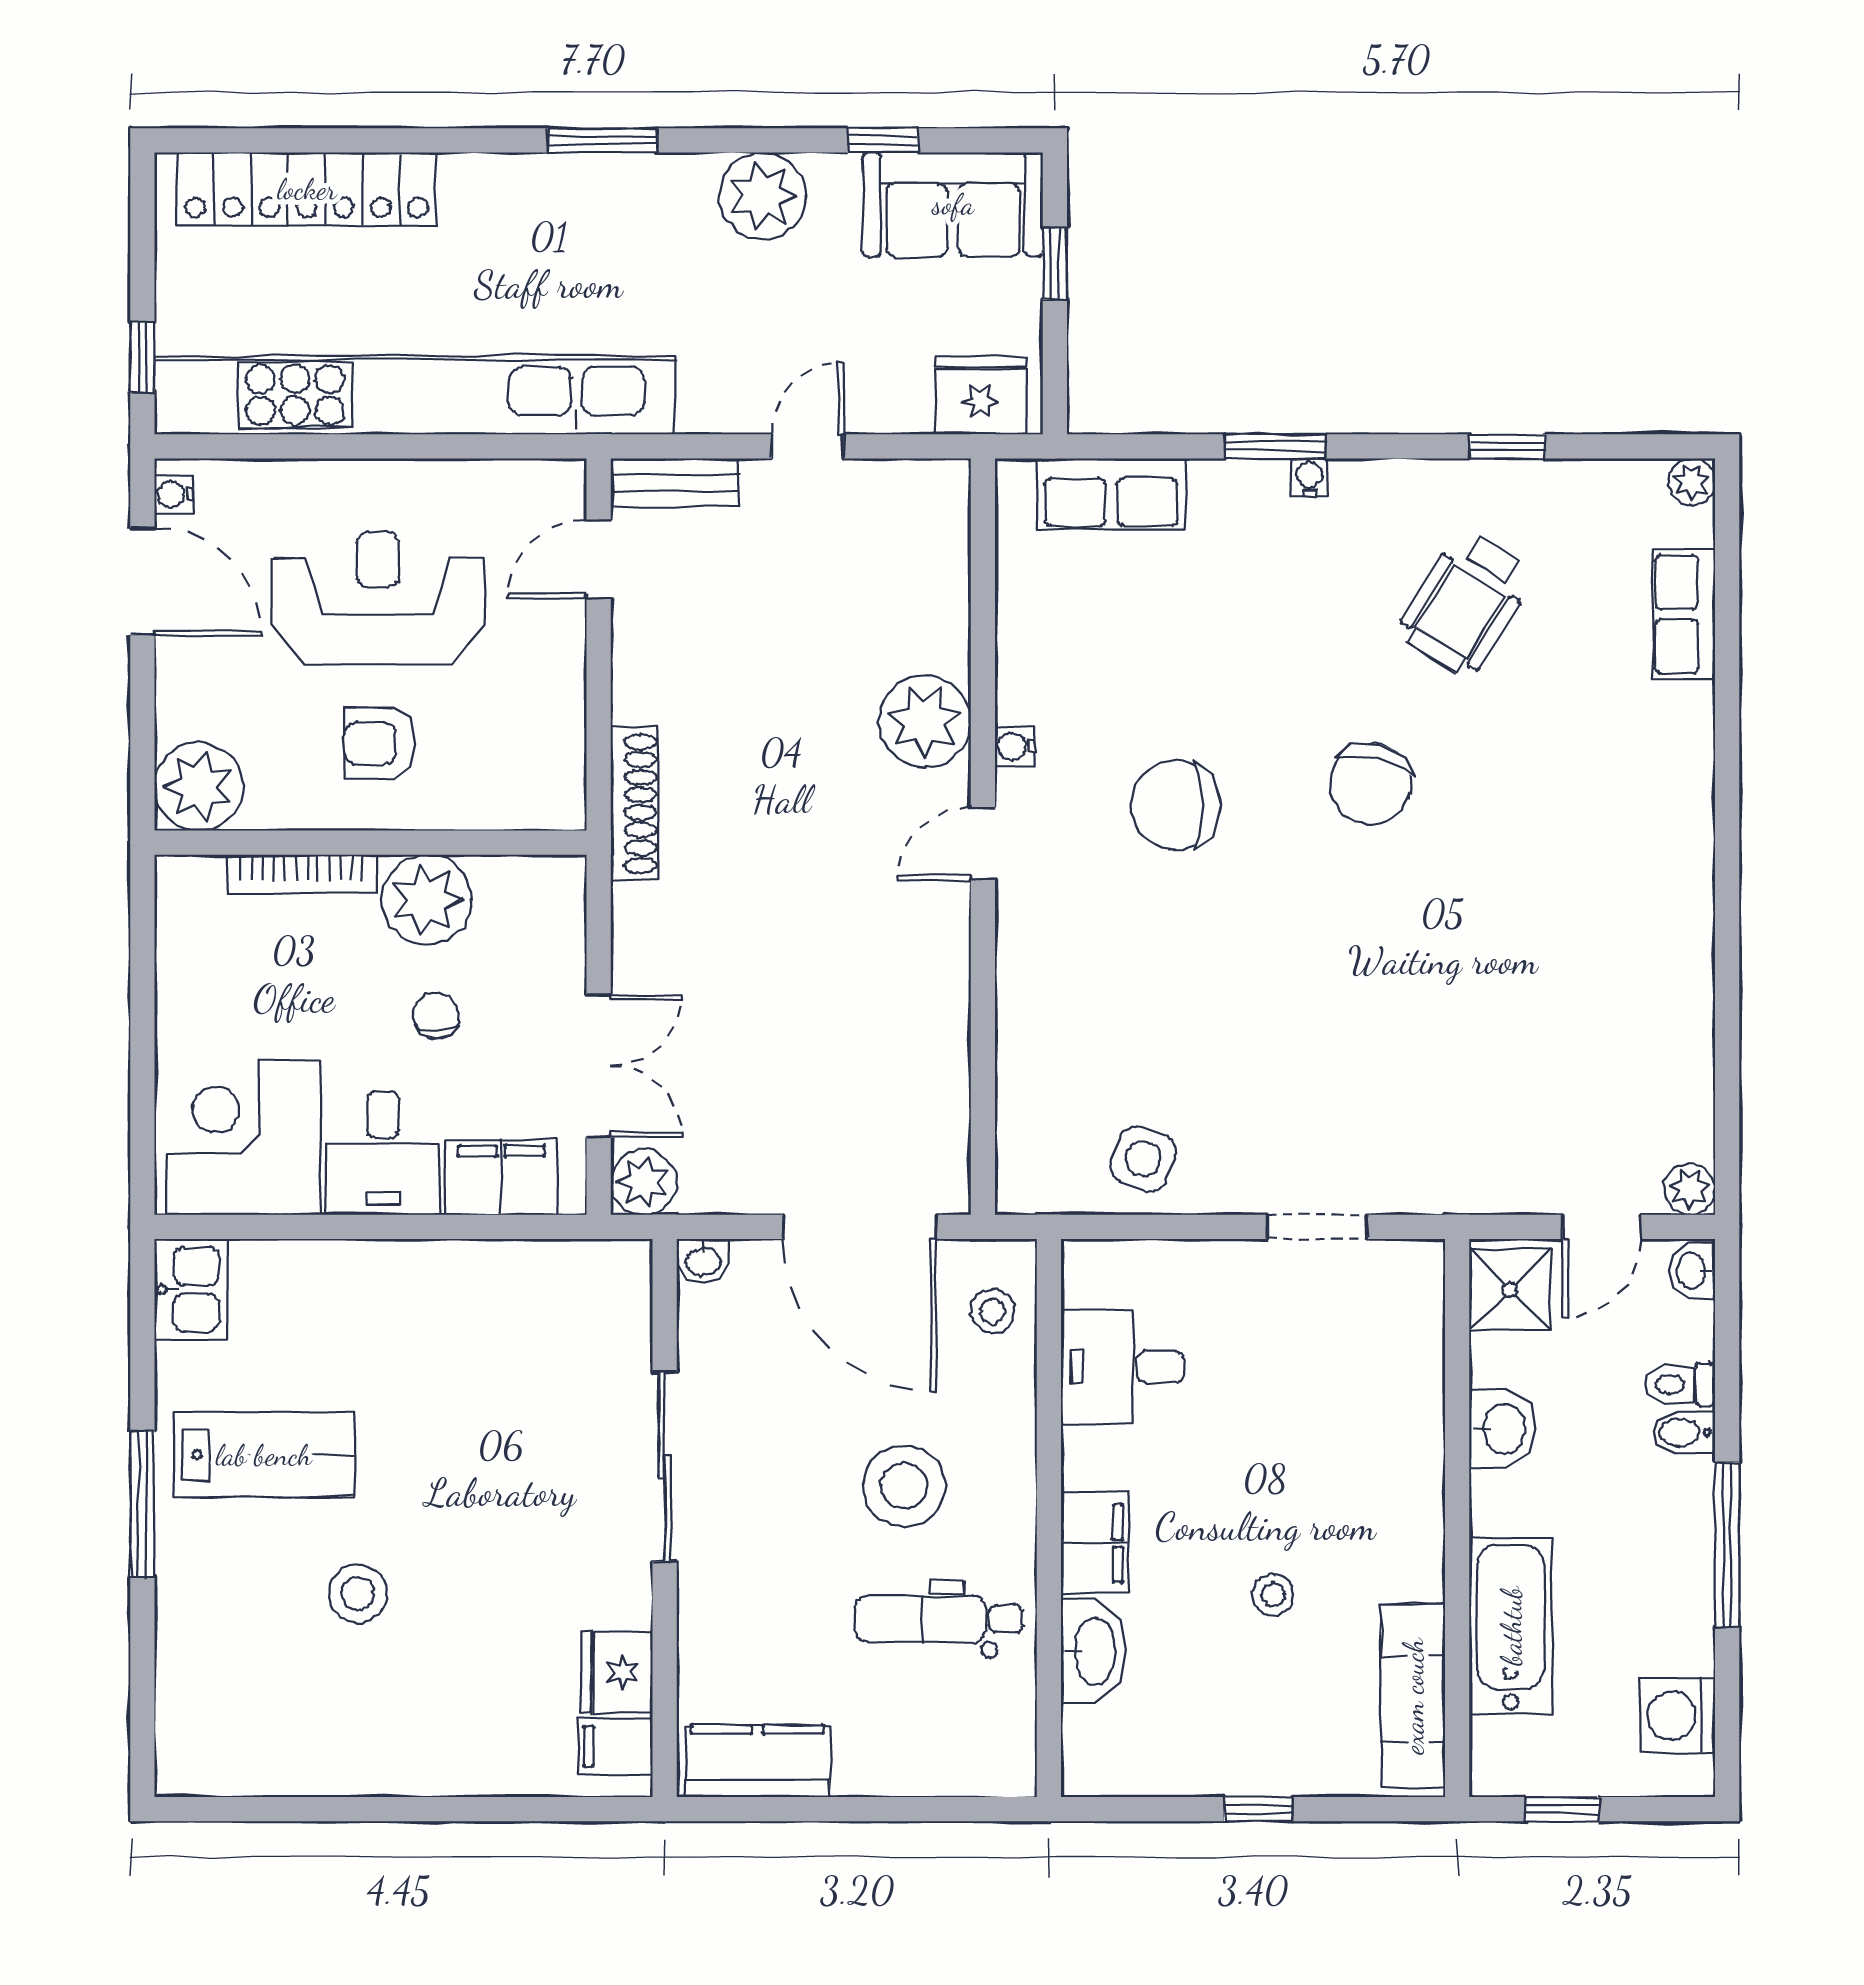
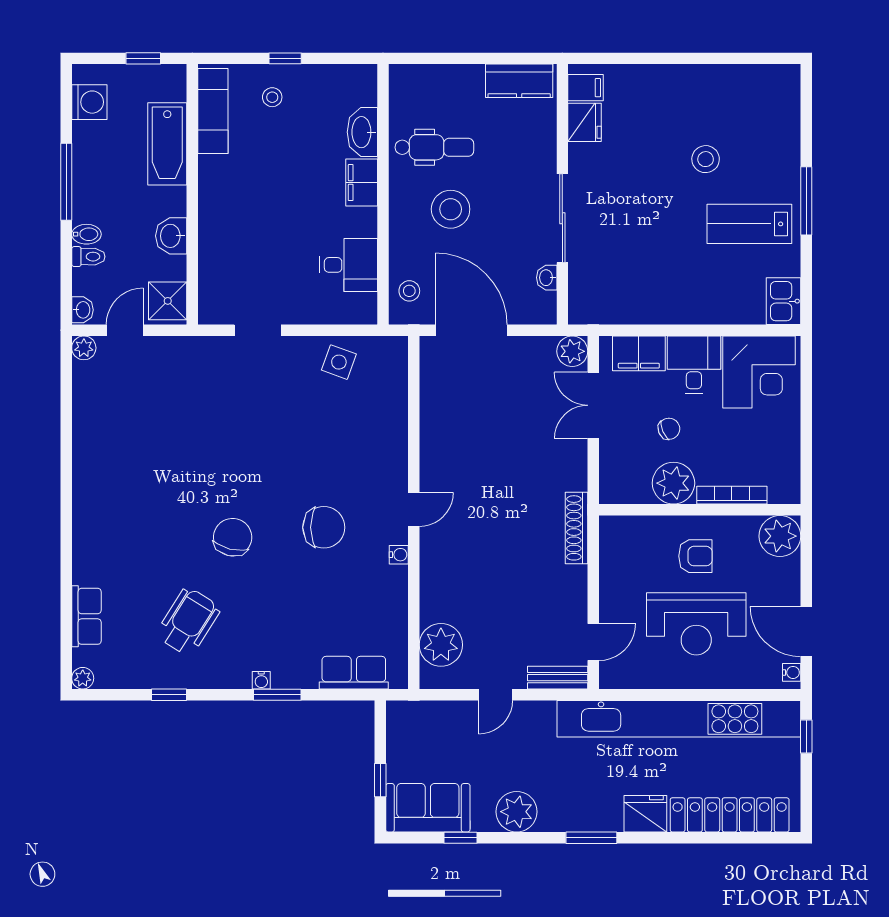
fridge: (980, 395) -> (645, 814), moved, turned 180
plant: (925, 721) -> (441, 645), moved
chair: (436, 1016) -> (669, 429), turned -113
washbasin: (703, 1261) -> (547, 278), moved, turned -90
stool: (1273, 1595) -> (272, 97), moved

